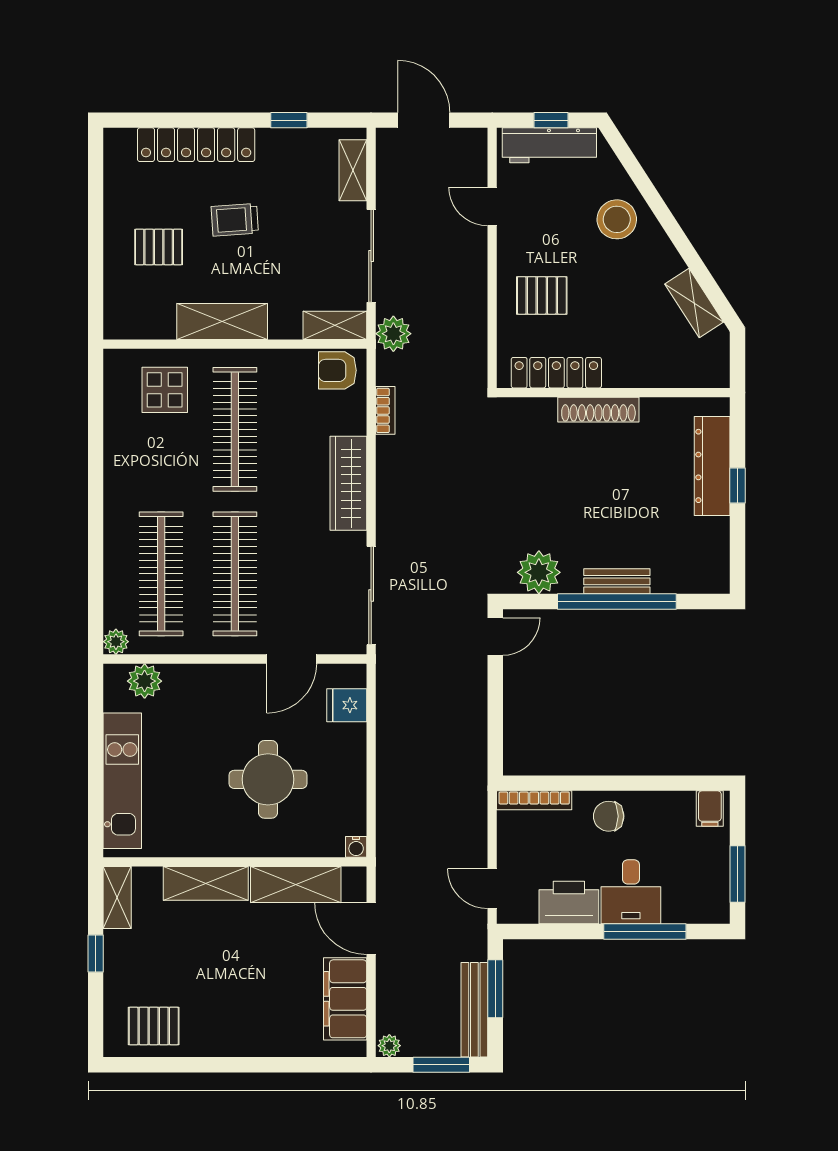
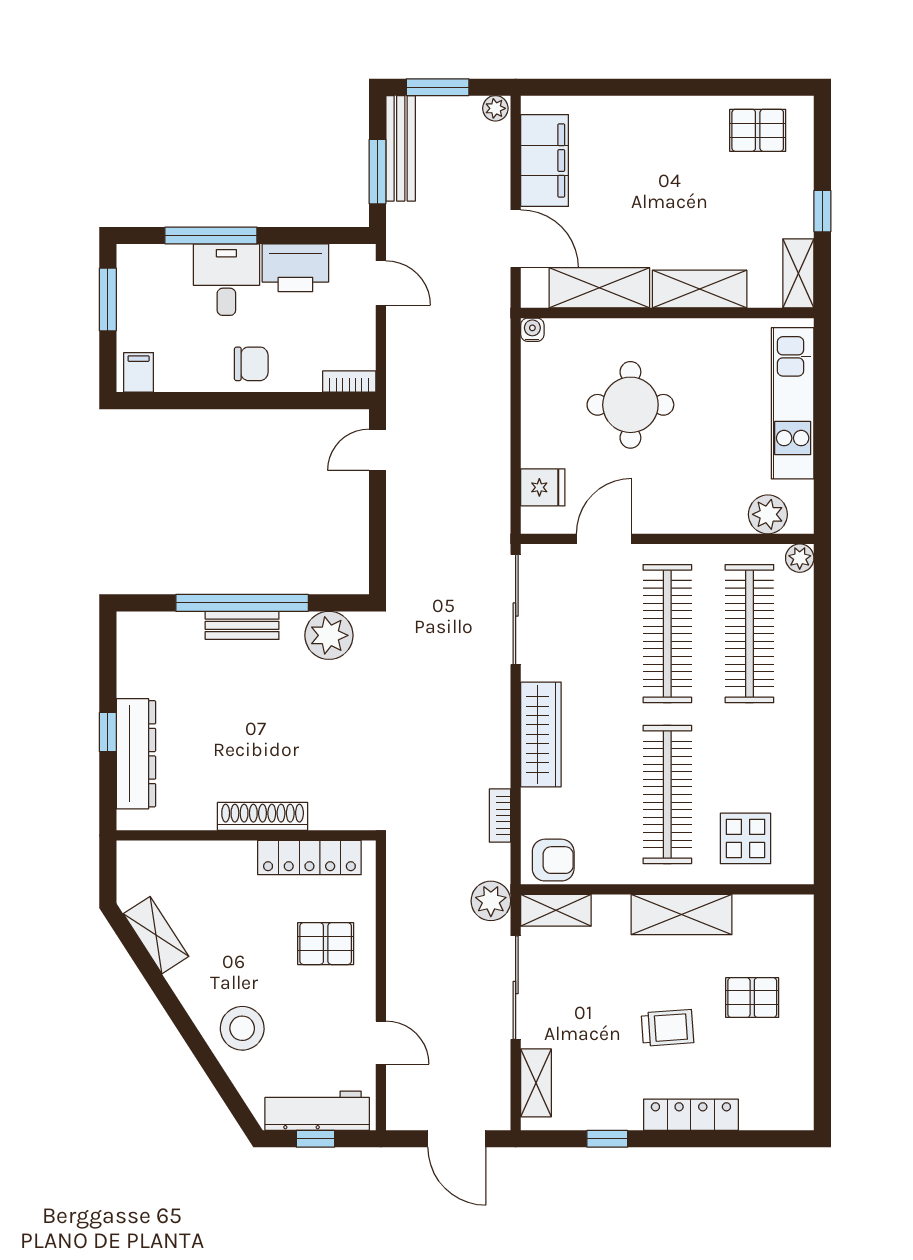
locker: (196, 145) -> (691, 1115), width x0.71, depth x0.83
door: (495, 637) -> (377, 450), moved
bookcase: (534, 800) -> (349, 382), width x0.64

